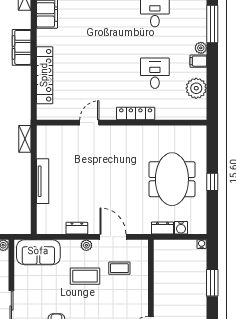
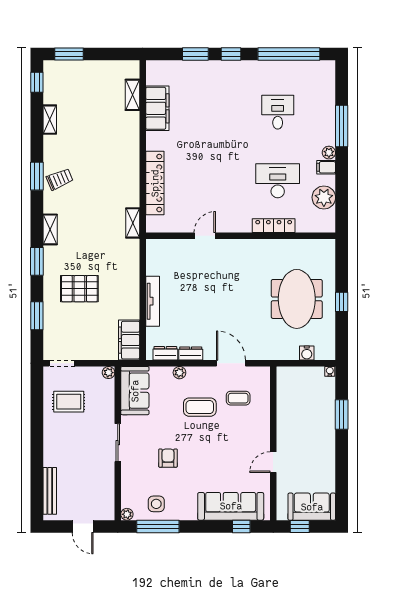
filing cabinet: (22, 47) -> (129, 340), moved
desk: (155, 73) -> (278, 181), width x1.37
locker: (136, 113) -> (274, 226), moved
shelving: (25, 139) -> (133, 223), moved
dresser: (162, 228) -> (165, 353), moved
plant: (86, 245) -> (179, 373), moved
sofa: (38, 252) -> (135, 391), moved, turned -90

